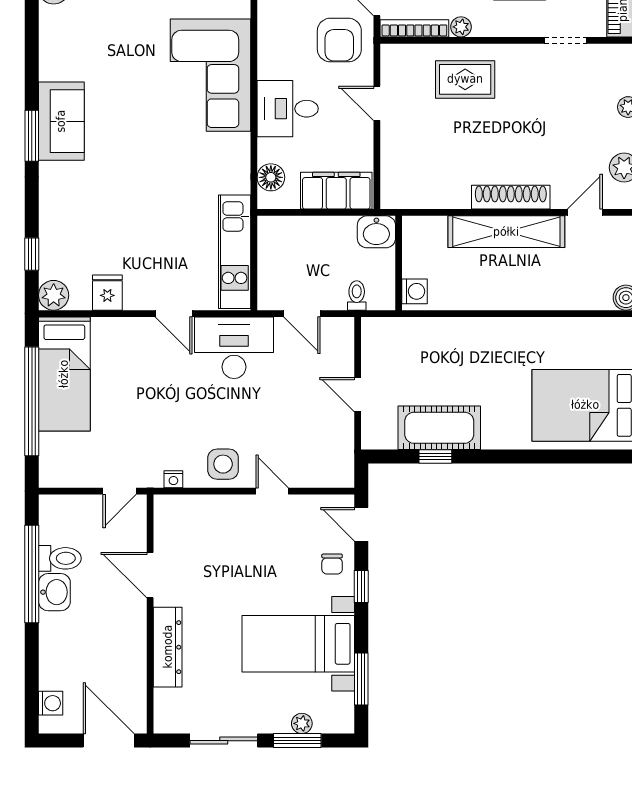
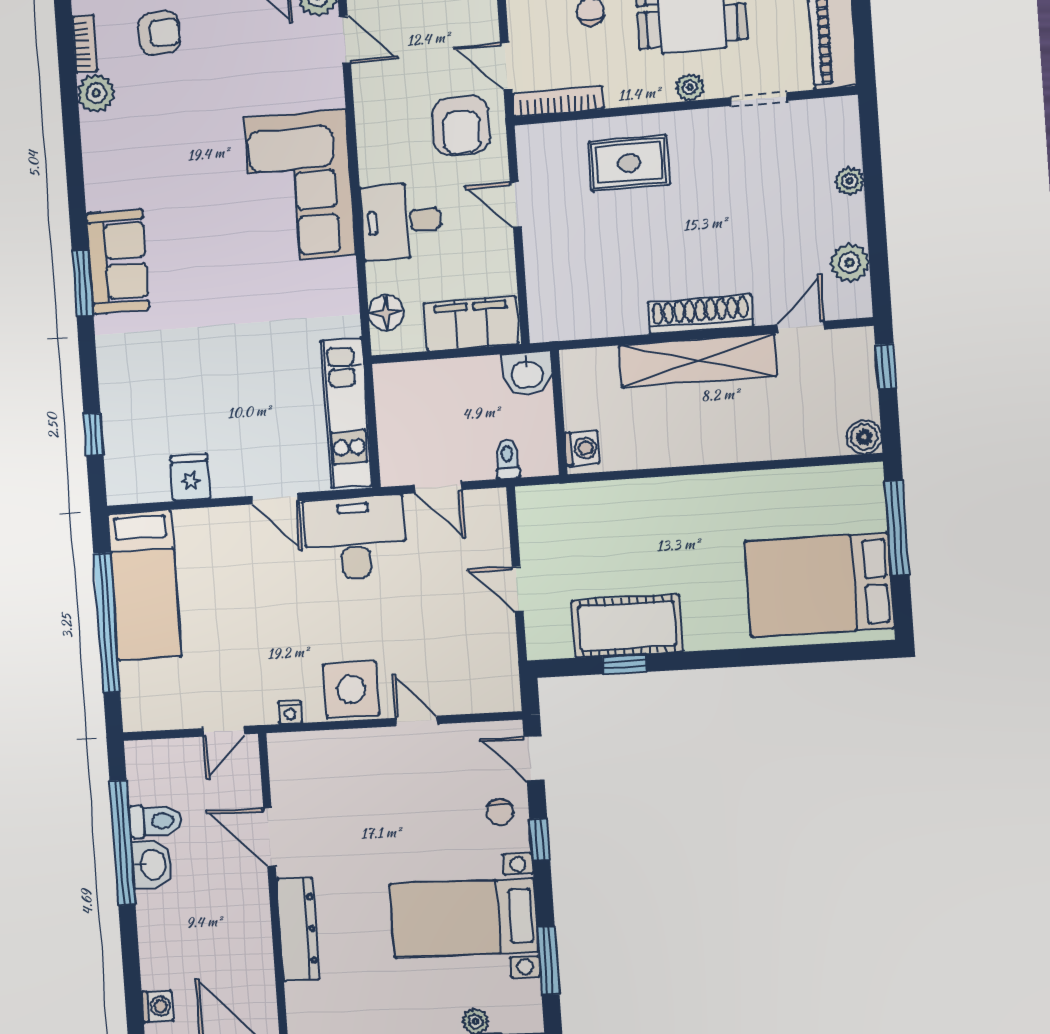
plant: (461, 27) -> (690, 87), moved
plant: (54, 295) -> (124, 485), removed
side table: (223, 464) -> (351, 689), width x1.37, depth x1.37

